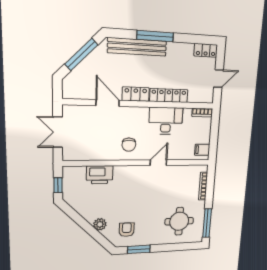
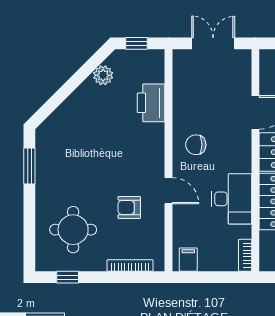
window: (207, 223) -> (68, 277), width x0.46
plant: (100, 224) -> (103, 75), moved
armchair: (127, 230) -> (129, 207), moved, turned 180

